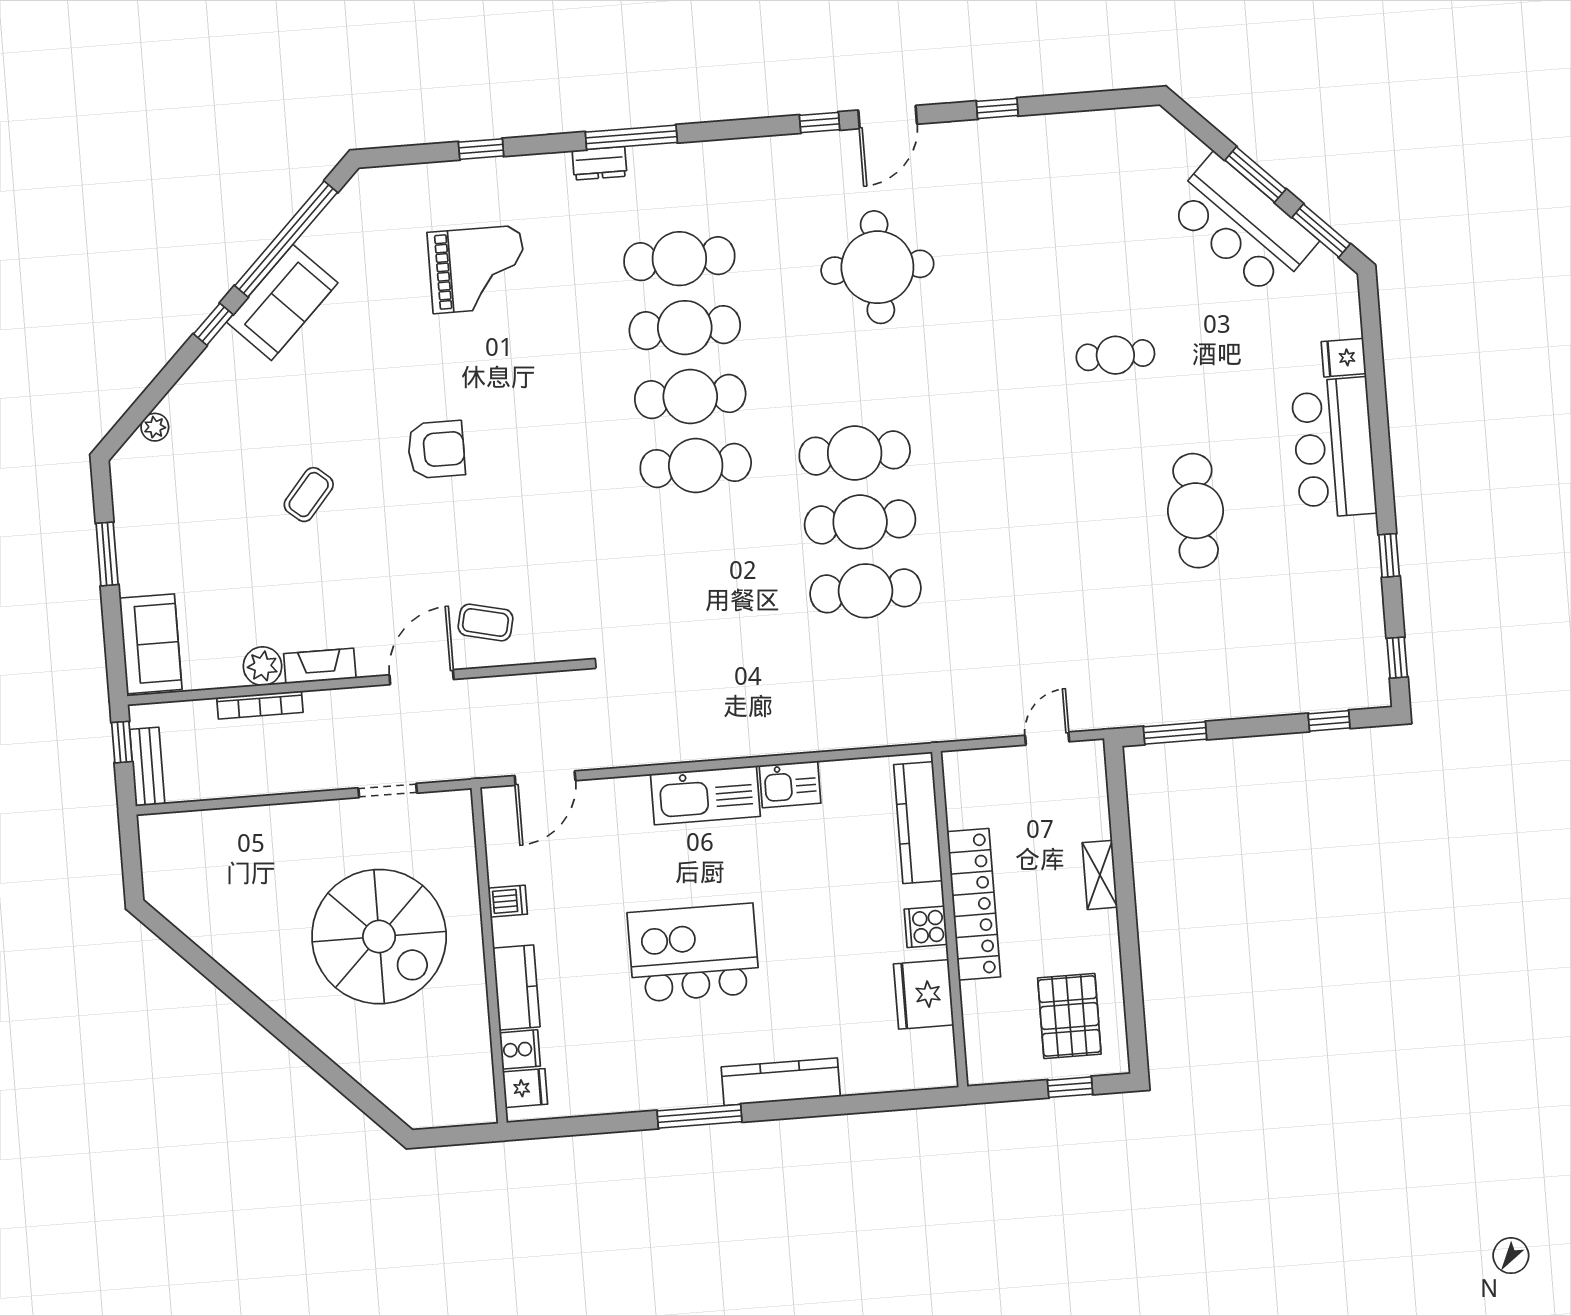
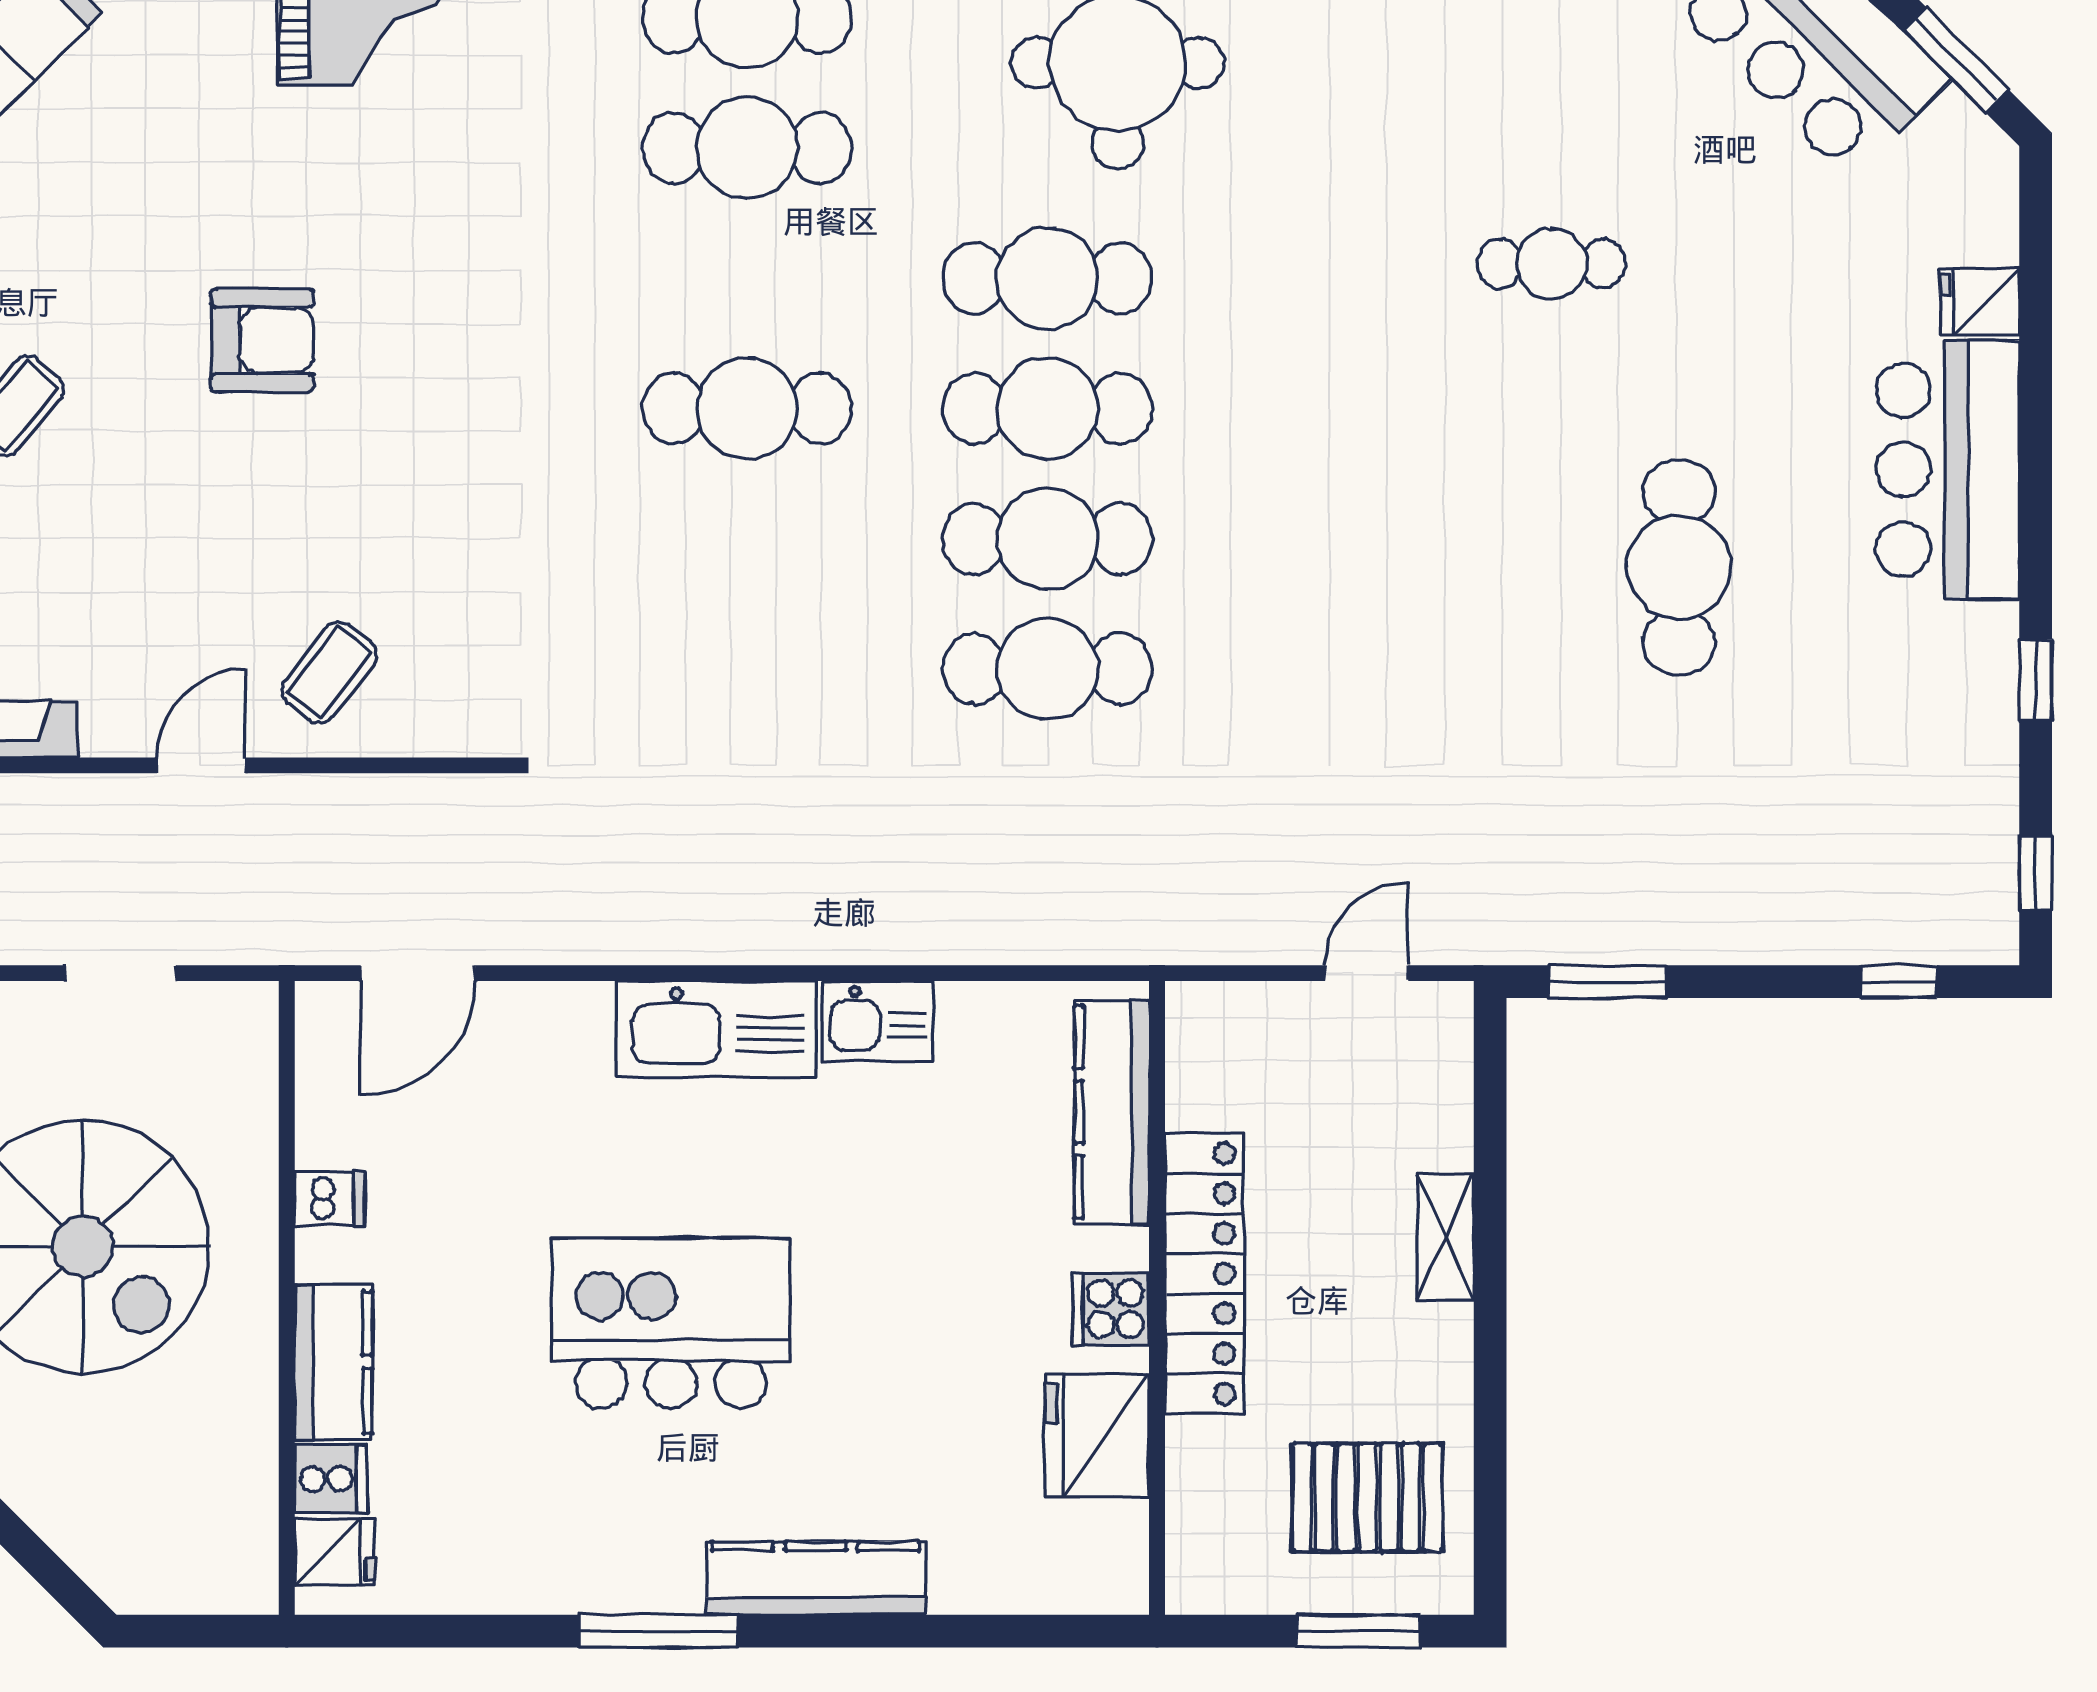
cafe table: (690, 397) -> (1047, 278), moved
coffee table: (485, 622) -> (329, 672), turned -65
door: (422, 677) -> (201, 765), width x0.73
pallet: (1069, 1016) -> (1367, 1497), turned 90
window: (1070, 1087) -> (1358, 1631), width x1.50

